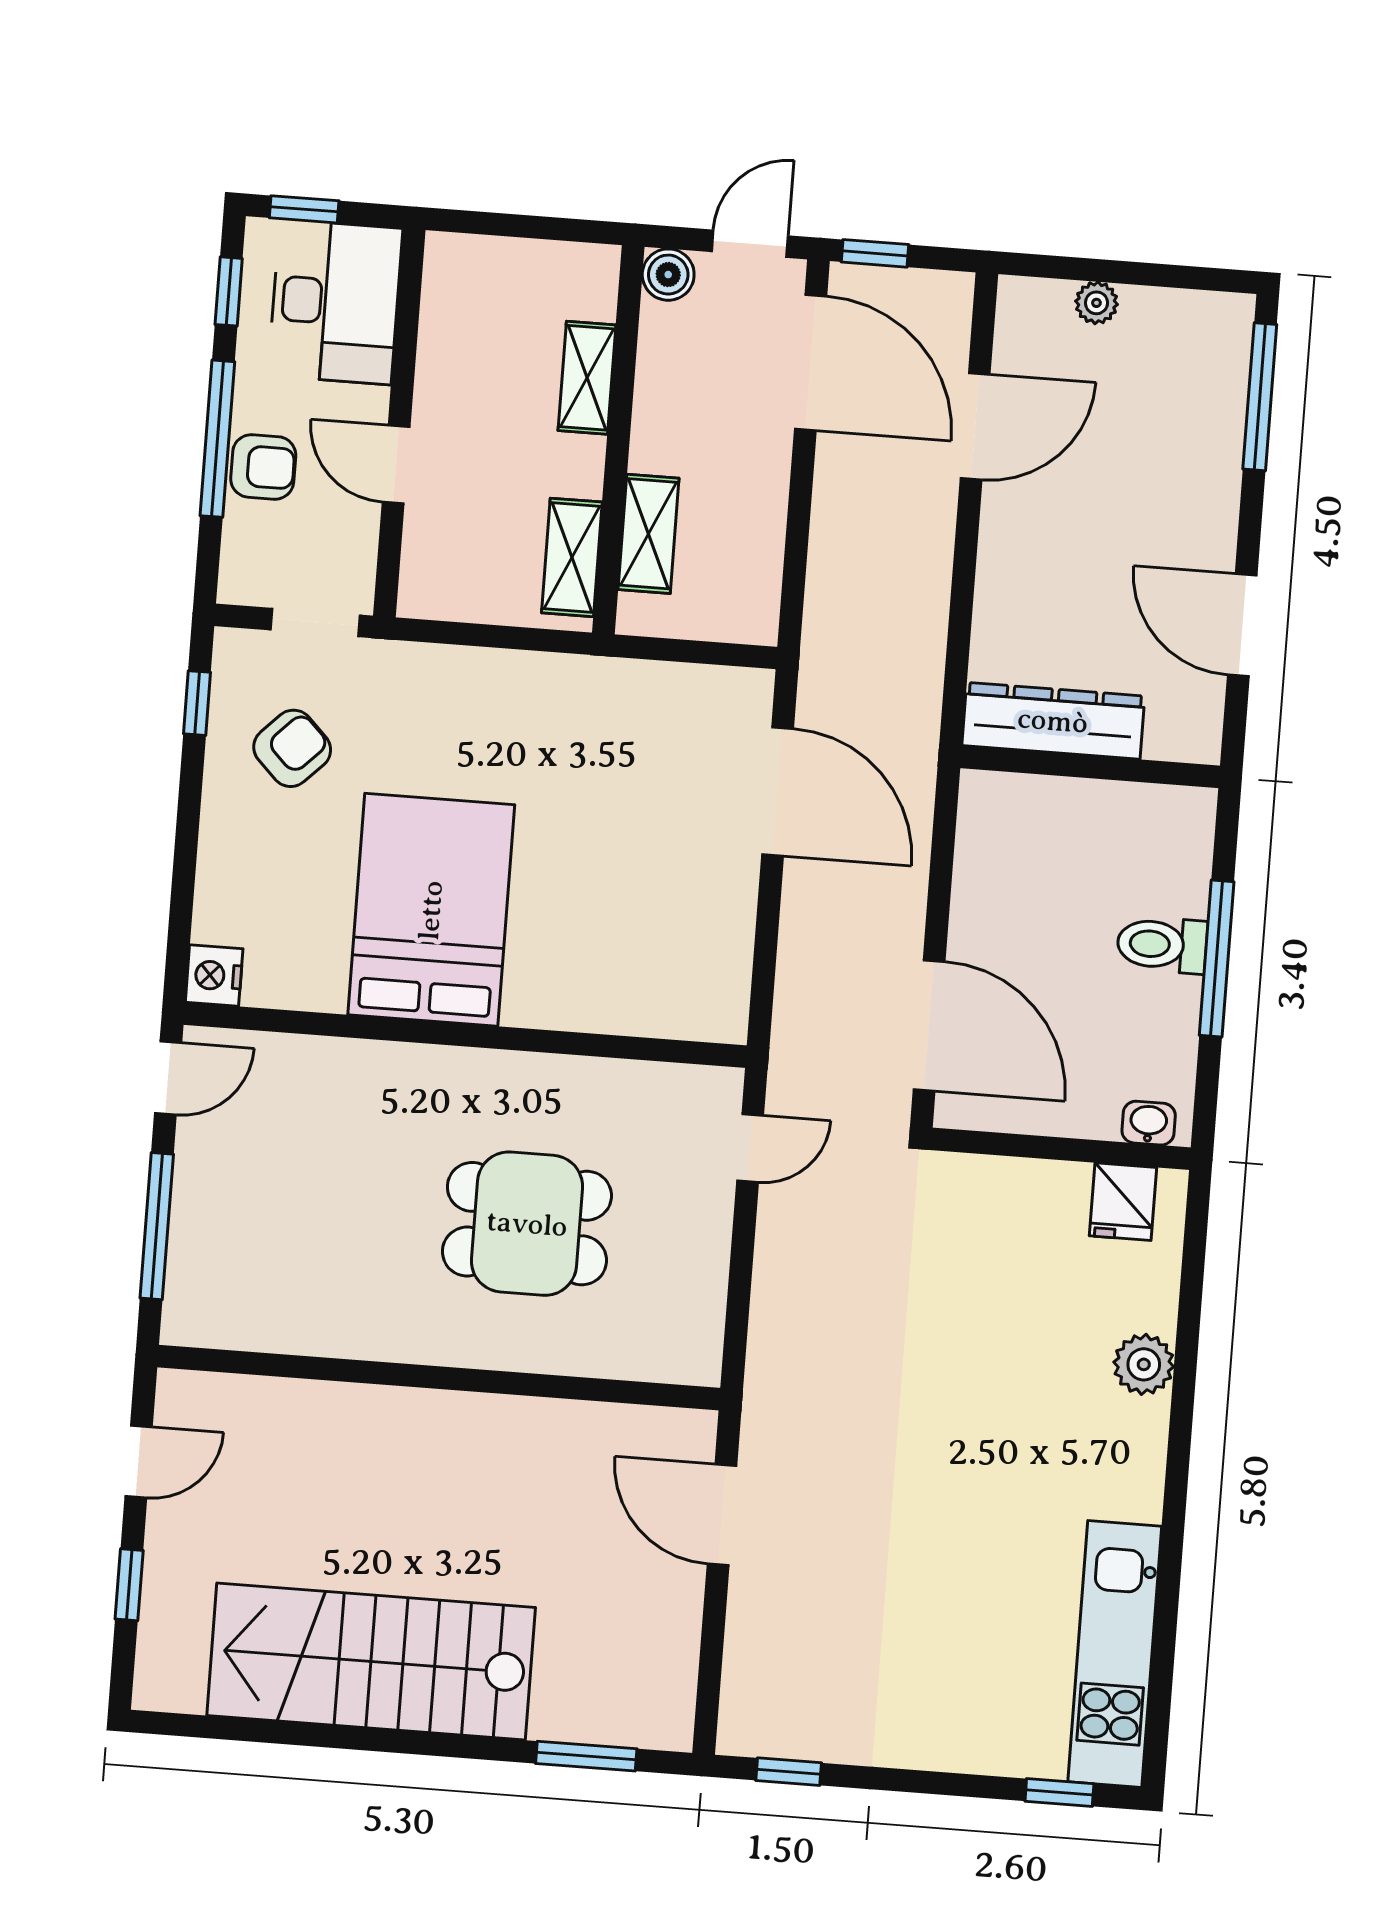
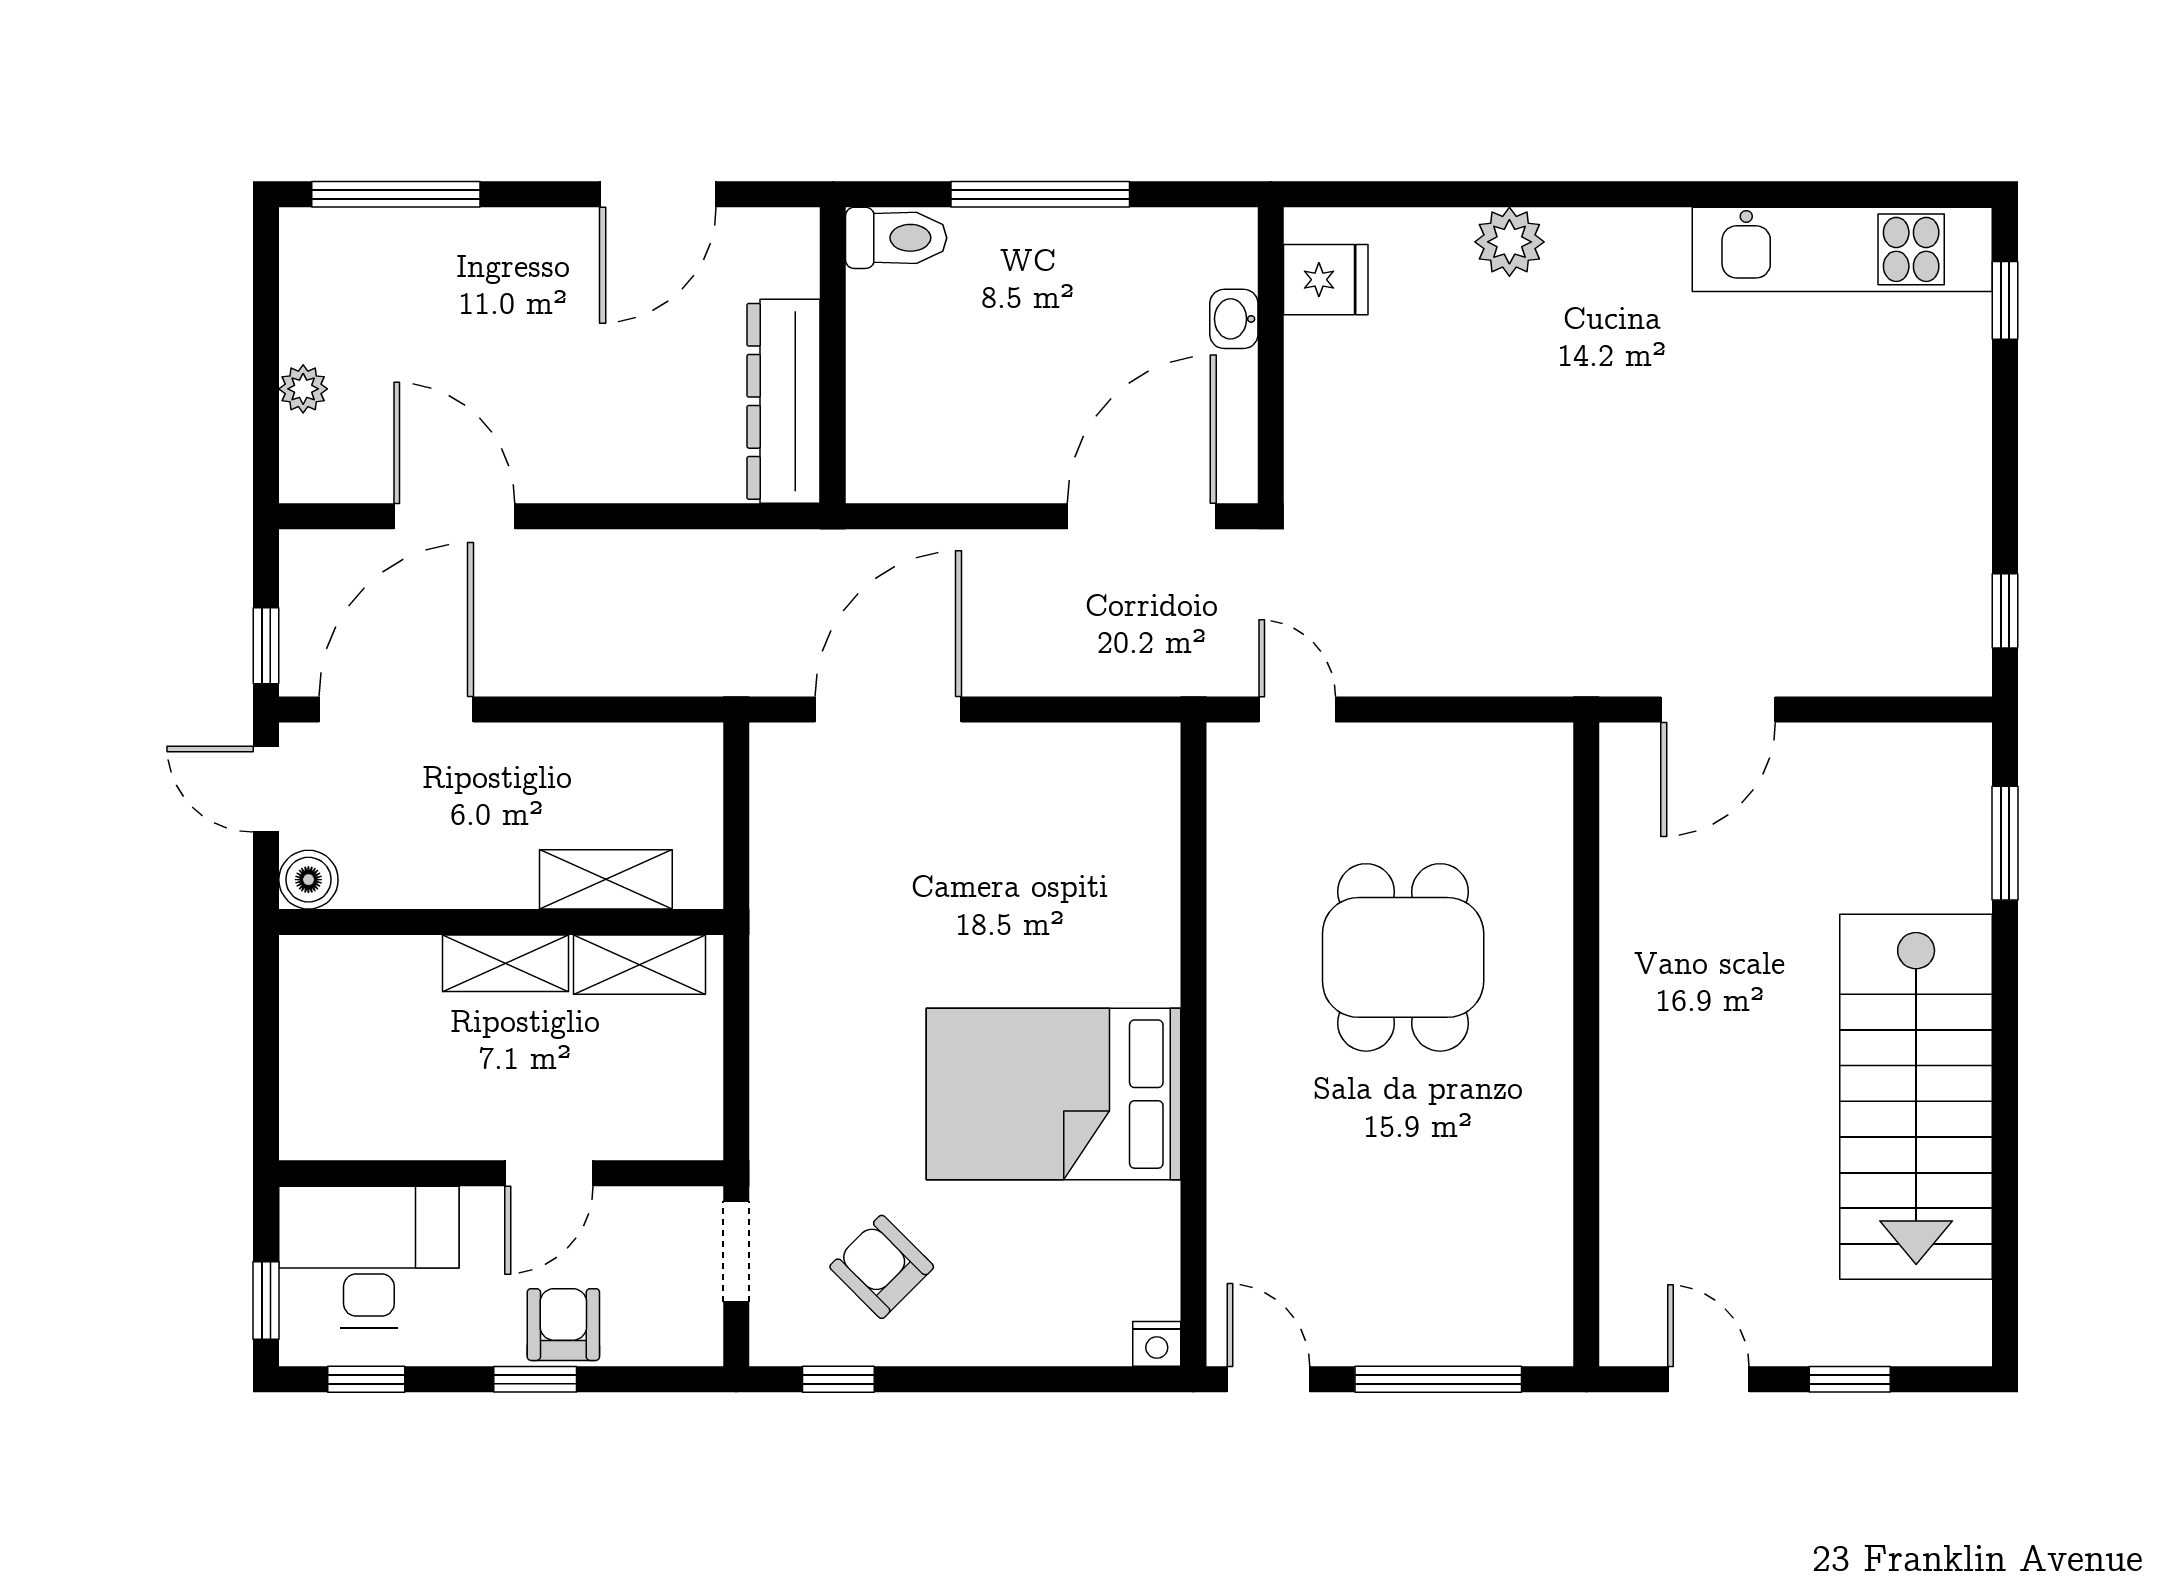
shelving: (587, 378) -> (506, 963), moved
window: (217, 439) -> (535, 1379), width x0.46
toilet: (1162, 945) -> (896, 238), moved, turned -90
nightstand: (214, 975) -> (1157, 1344), width x0.72, depth x0.74
washbasin: (1149, 1123) -> (1234, 319), moved

